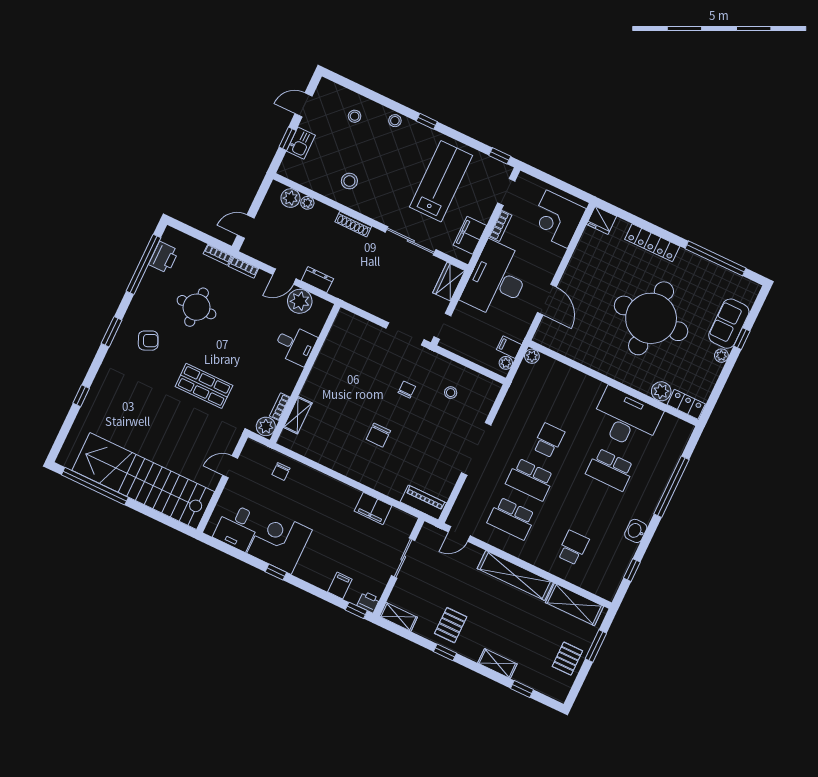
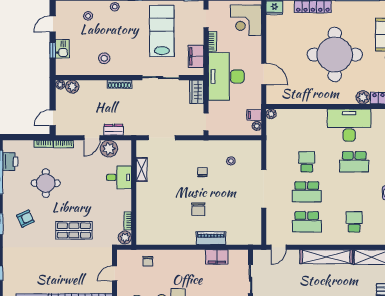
plant: (307, 203) -> (60, 85), moved
doorway: (405, 334) -> (162, 138), moved
shelving: (298, 415) -> (142, 169), moved
piano: (423, 502) -> (211, 238), moved

